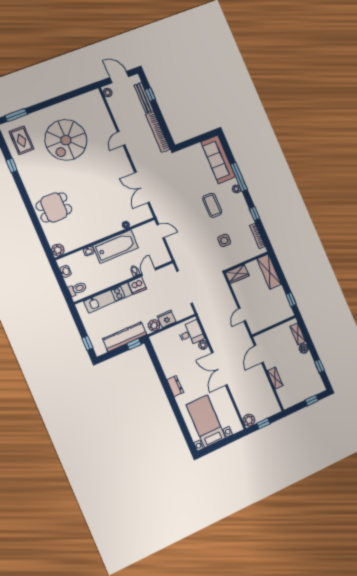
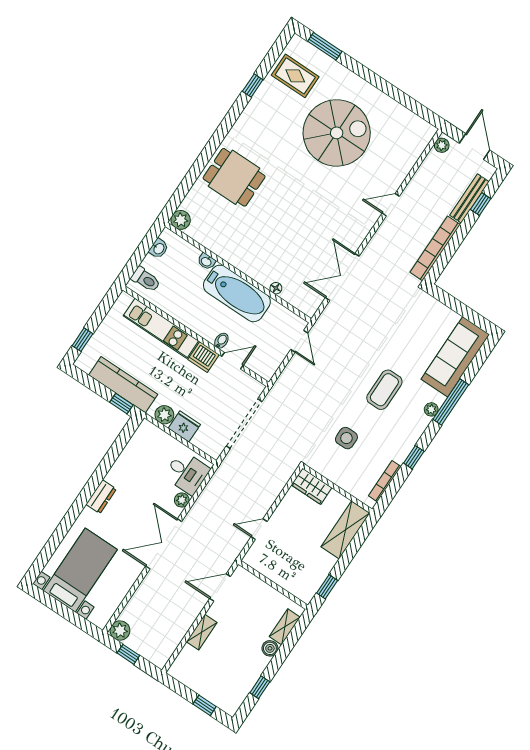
rug: (22, 140) -> (295, 76), turned 90
spiral stairs: (66, 140) -> (337, 133), turned 180

